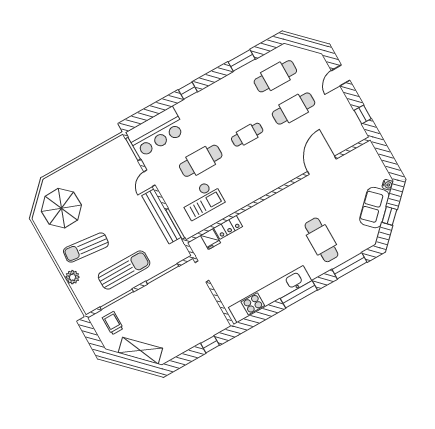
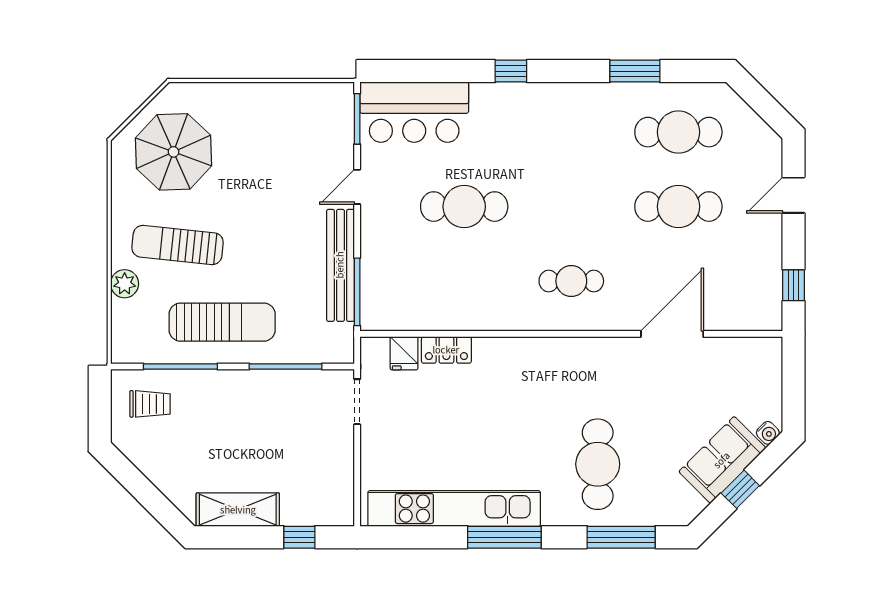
cafe table: (247, 135) -> (571, 281), moved
checkout: (202, 200) -> (428, 276), removed
trolley: (113, 323) -> (150, 404), turned 90
shelving: (140, 351) -> (238, 510), moved, turned -45

